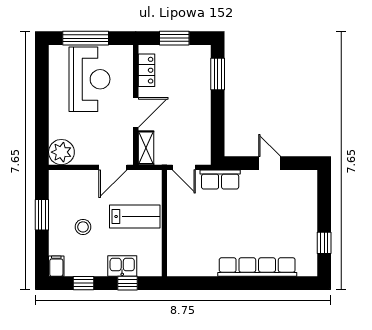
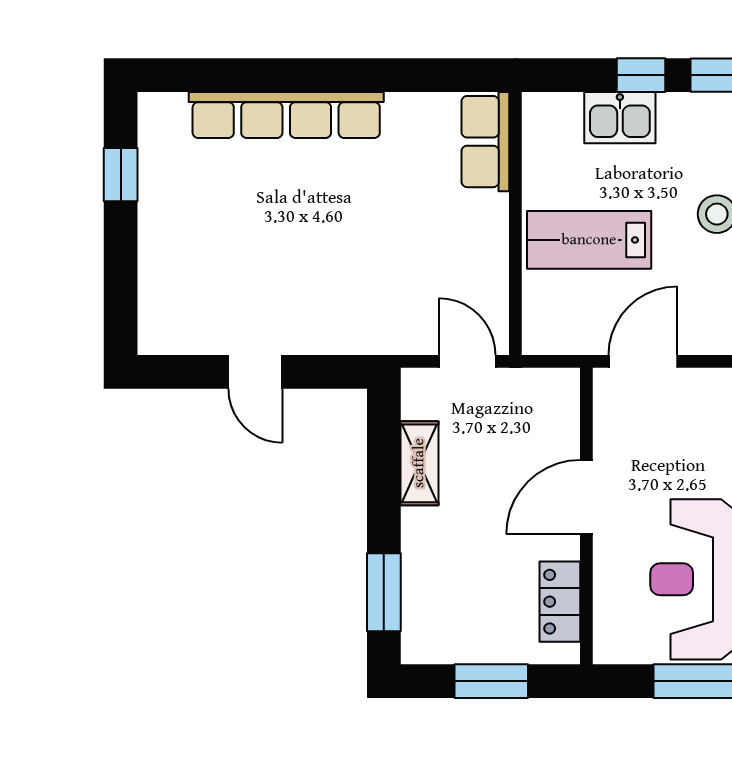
shelving: (146, 148) -> (419, 463), moved
row of seats: (220, 180) -> (485, 142), moved, turned -90
window: (127, 283) -> (641, 75), moved

